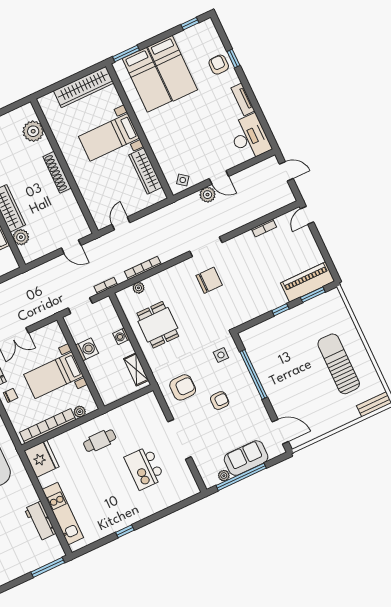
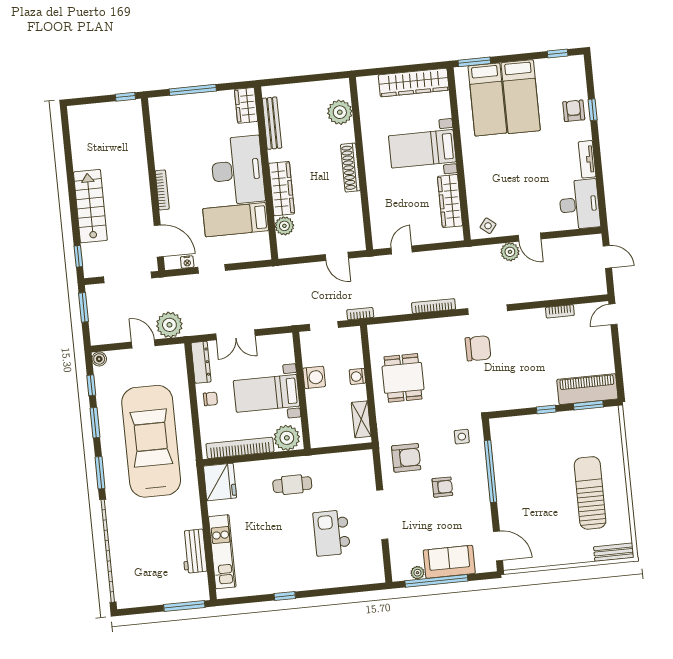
bookcase: (143, 268) -> (434, 306), moved
plant: (139, 288) -> (396, 329), removed
plant: (80, 412) -> (287, 438), width x1.87, depth x1.87

